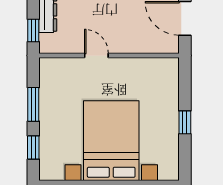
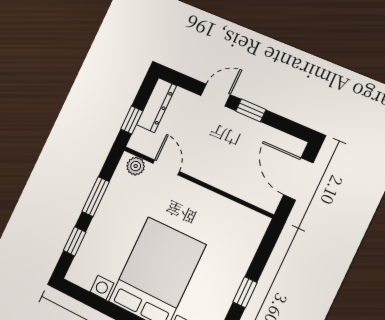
door: (96, 56) -> (166, 167), moved
plant: (54, 66) -> (136, 166), added

